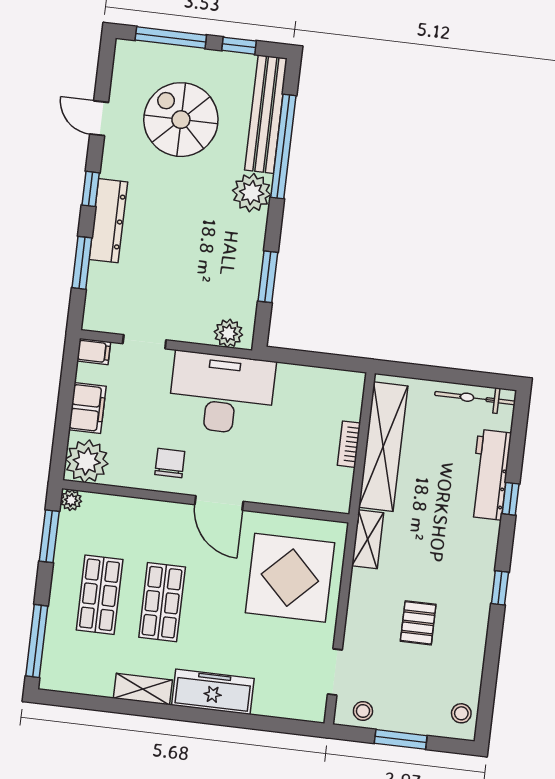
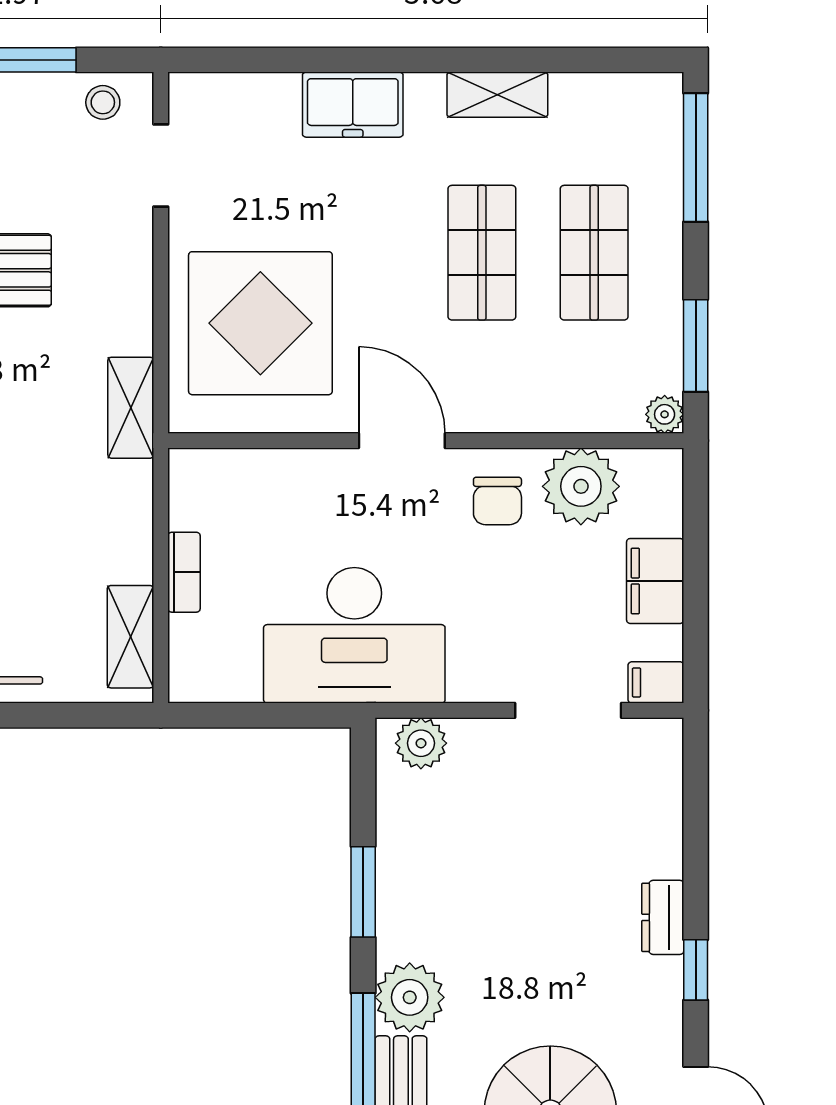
dresser: (108, 221) -> (663, 917), width x0.51, depth x0.80
window: (82, 263) -> (696, 837), removed
window: (268, 277) -> (363, 892), moved
doorway: (144, 342) -> (568, 710), width x1.38
desk: (222, 393) -> (354, 635), moved
shelving: (383, 447) -> (130, 637), width x0.45, depth x0.75
plant: (87, 461) -> (581, 486), moved
freezer: (213, 692) -> (353, 105), width x0.71

